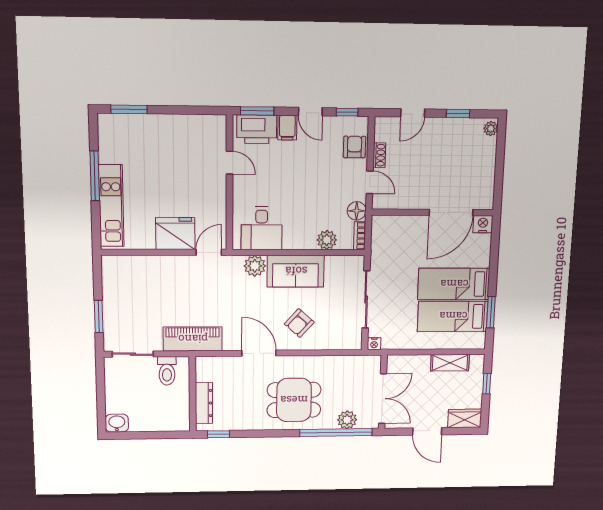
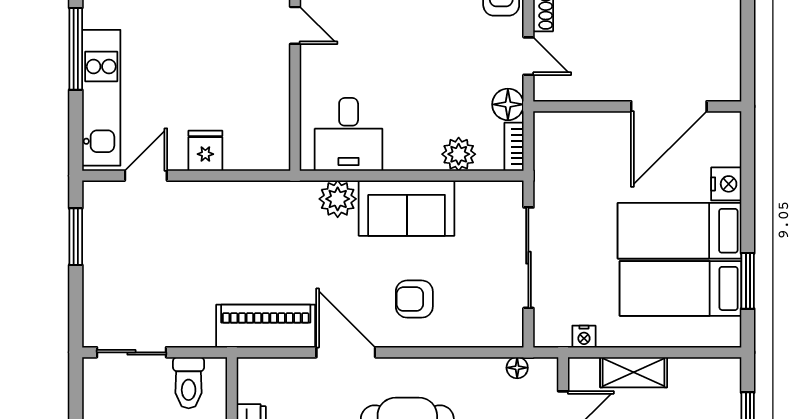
nightstand: (483, 224) -> (726, 184), moved, turned 90
fridge: (175, 234) -> (205, 151), width x0.53, depth x0.75
door: (209, 252) -> (146, 176), moved
window: (99, 317) -> (76, 237), moved
armchair: (299, 323) -> (414, 299), turned 48
piano: (193, 339) -> (266, 326), moved
nightstand: (374, 344) -> (584, 337), moved
floor lamp: (358, 361) -> (517, 368), added
shelving: (450, 363) -> (634, 372), moved

